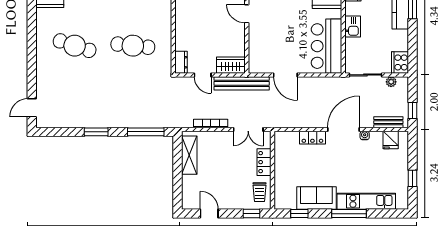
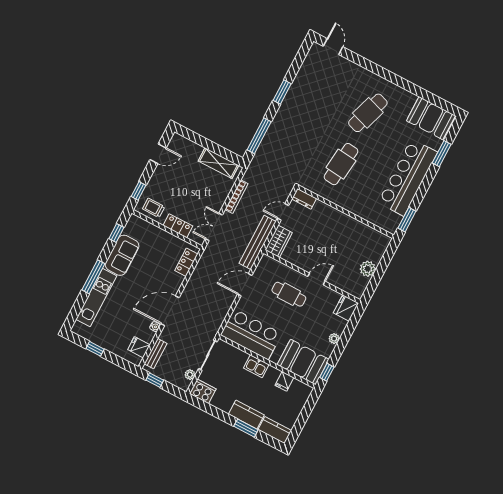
cafe table: (273, 31) -> (289, 294), added
door: (343, 129) -> (170, 311), swing flipped
locker: (312, 138) -> (186, 262), moved

